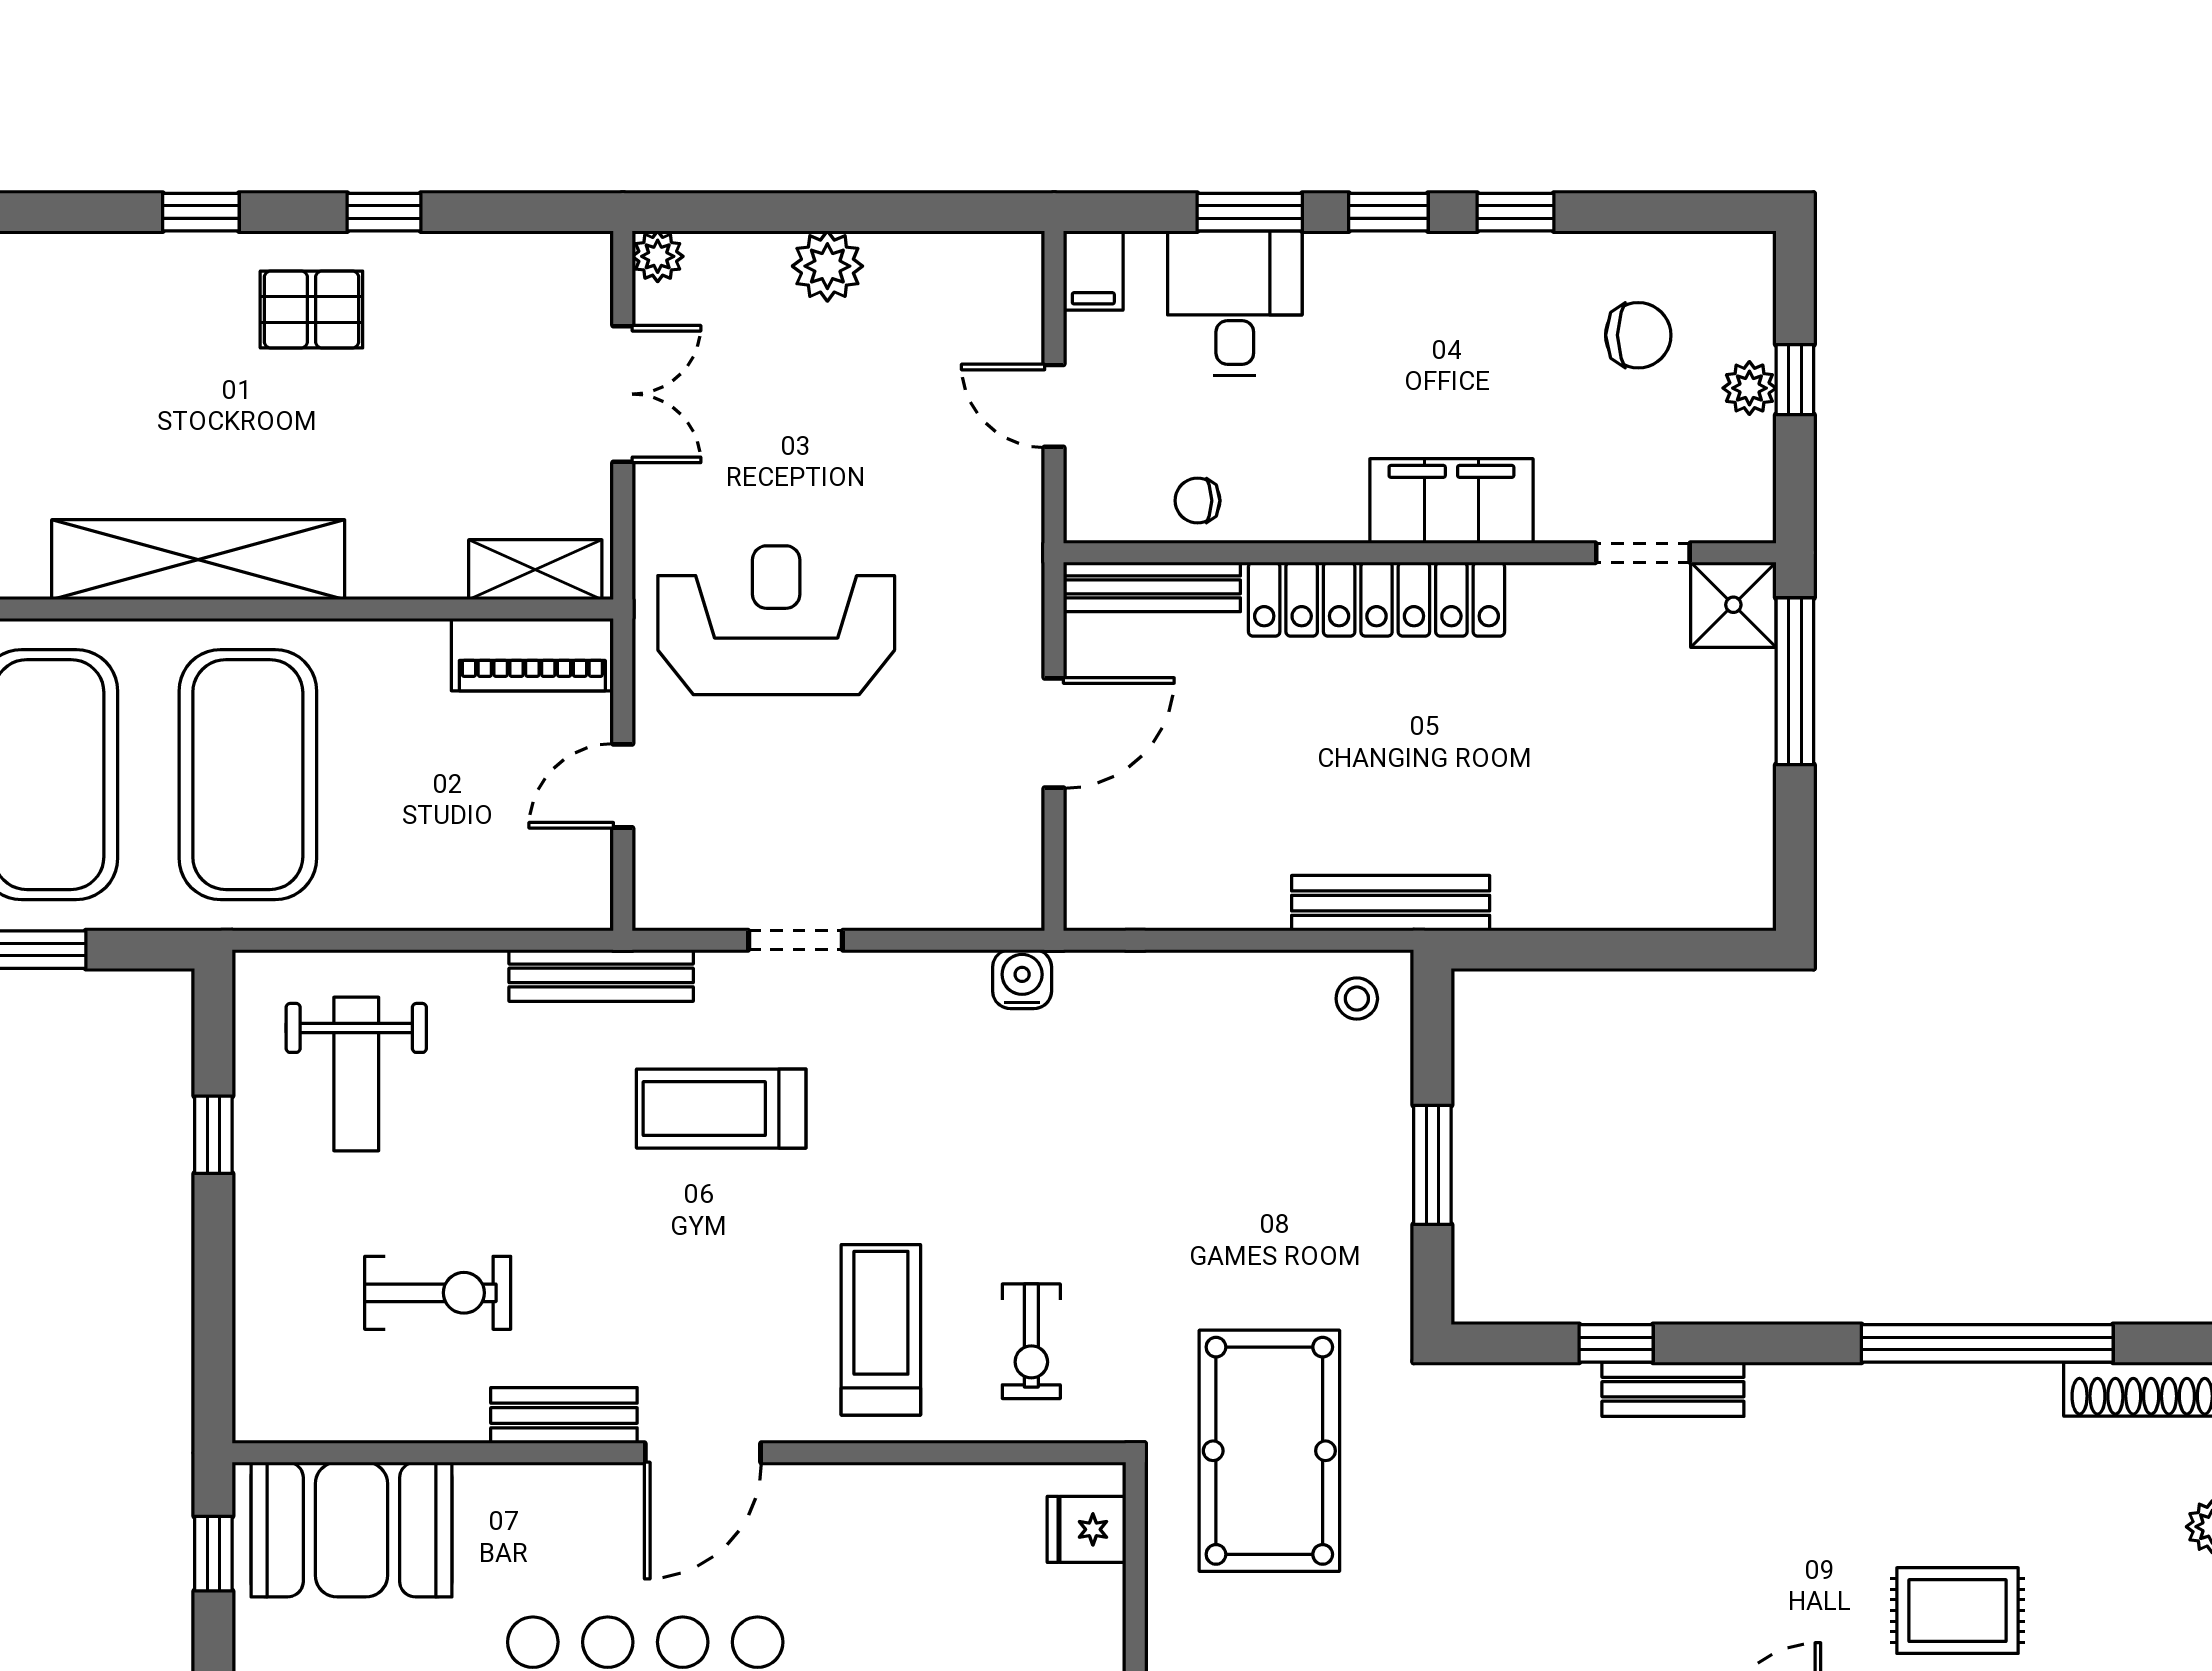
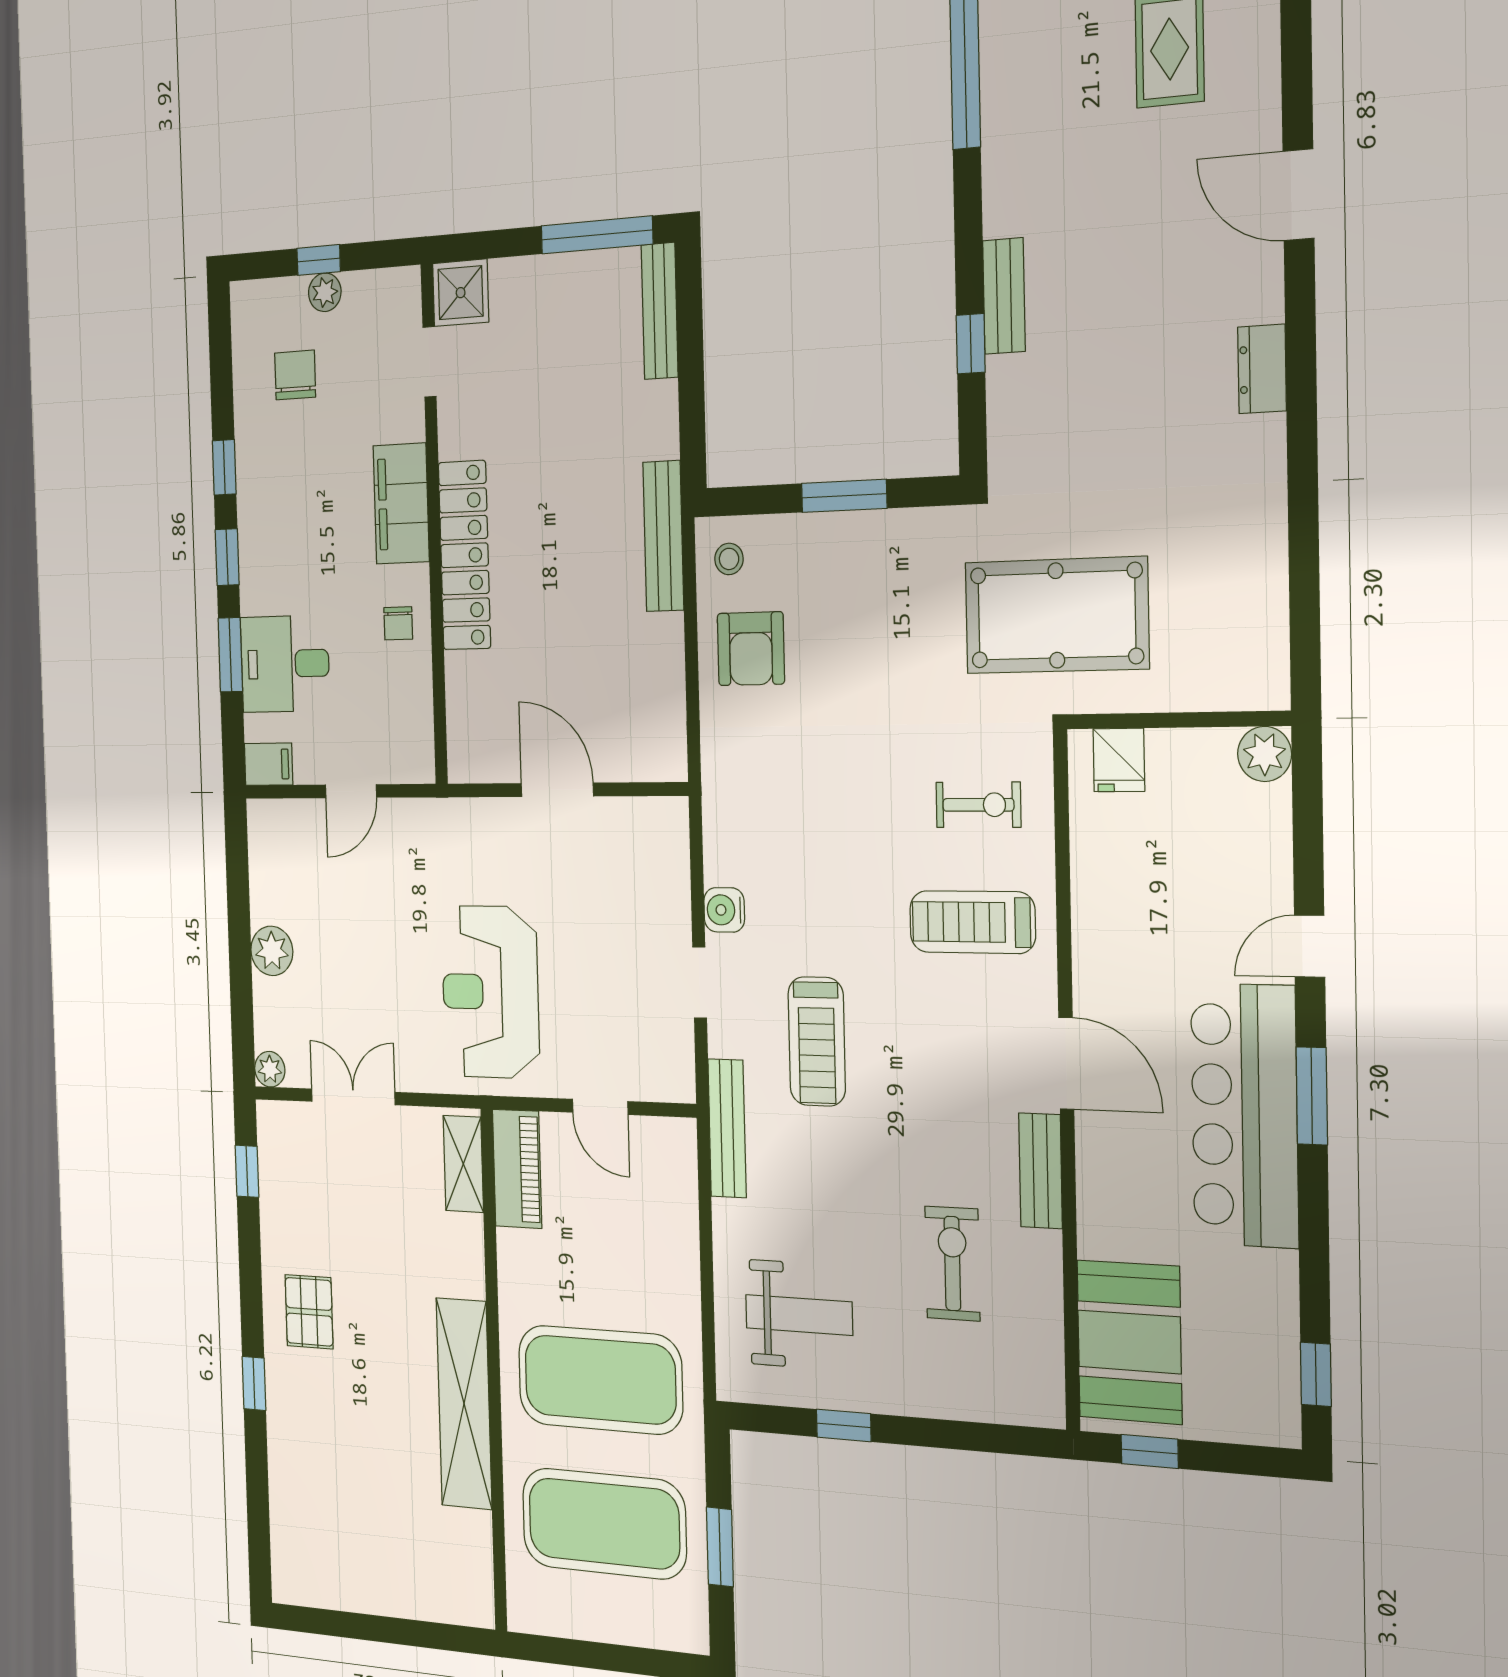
window: (384, 212) -> (247, 1171), moved
chair: (1197, 501) -> (398, 623), moved
bench: (1152, 587) -> (660, 311), moved
window: (1795, 681) -> (597, 235), moved
water cooler: (1022, 979) -> (724, 910), moved
armchair: (1238, 1027) -> (751, 649), added

